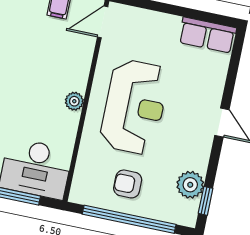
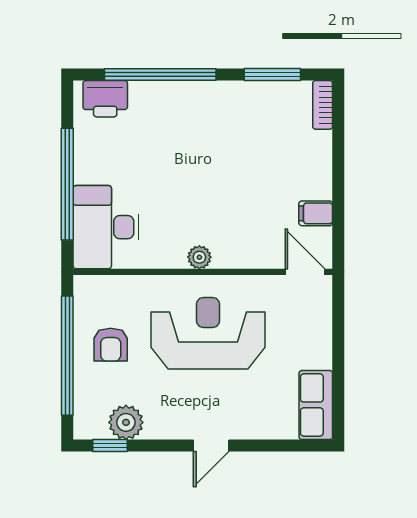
reception desk: (134, 107) -> (208, 333), turned 180
armchair: (128, 184) -> (111, 345), turned 180

